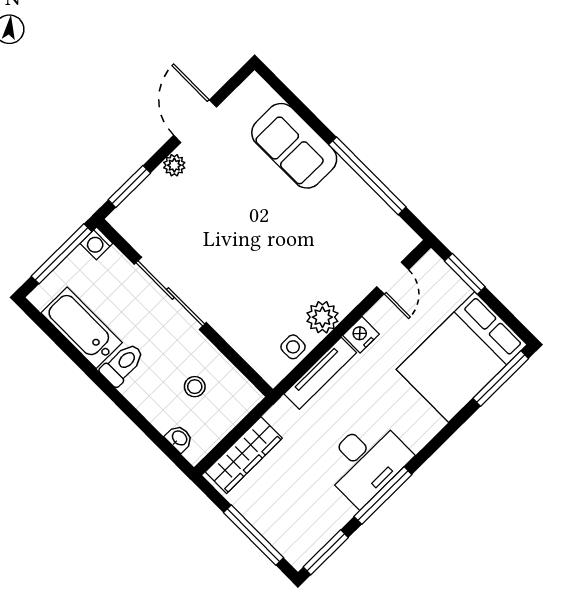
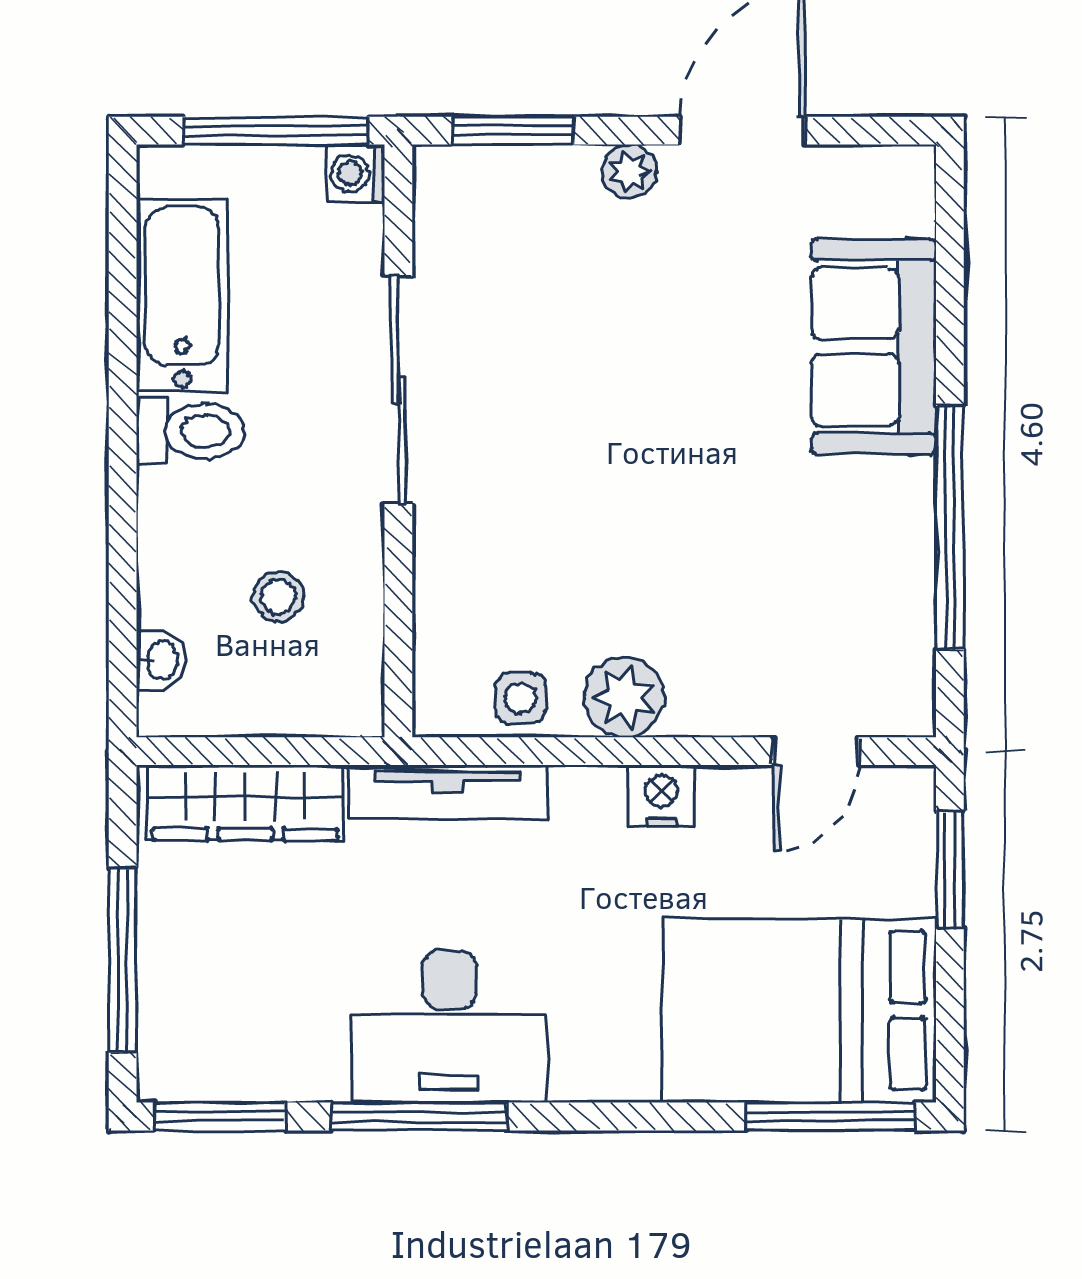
tv unit: (320, 373) -> (448, 792), moved

